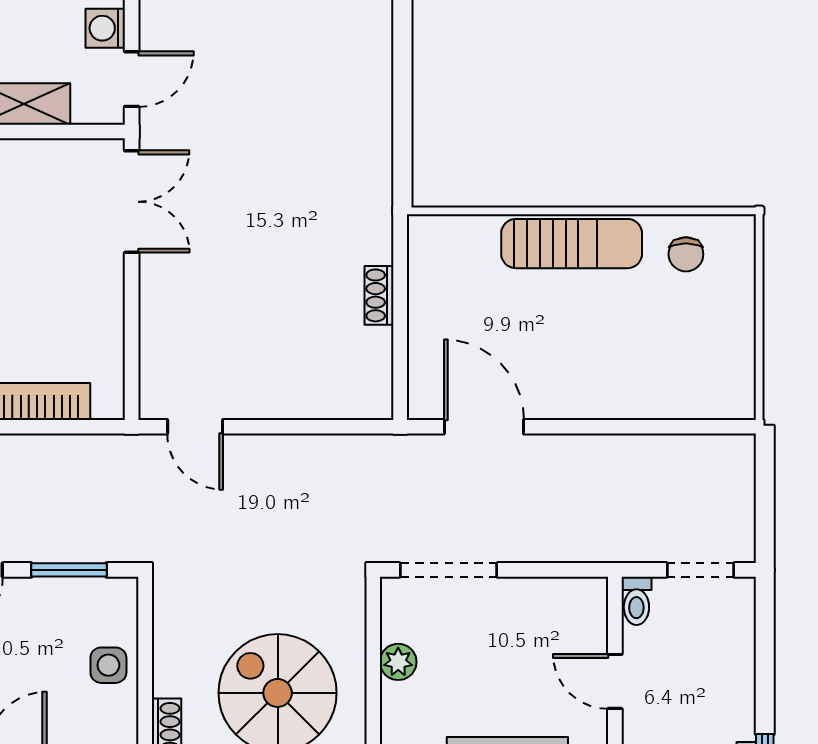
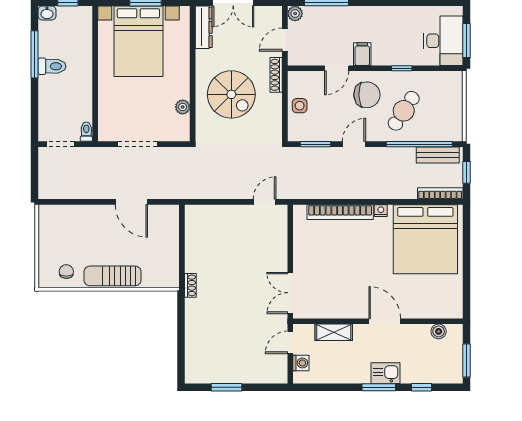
shoe rack: (379, 295) -> (190, 285), moved
door: (195, 427) -> (265, 202), hinge flipped
door: (484, 427) -> (131, 202), moved
doorway: (449, 570) -> (137, 144), moved
door: (615, 681) -> (95, 99), removed

